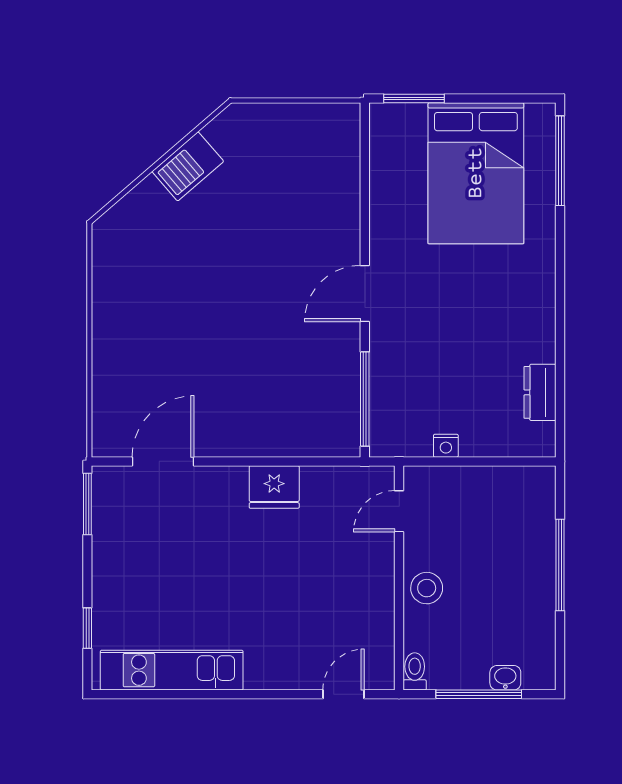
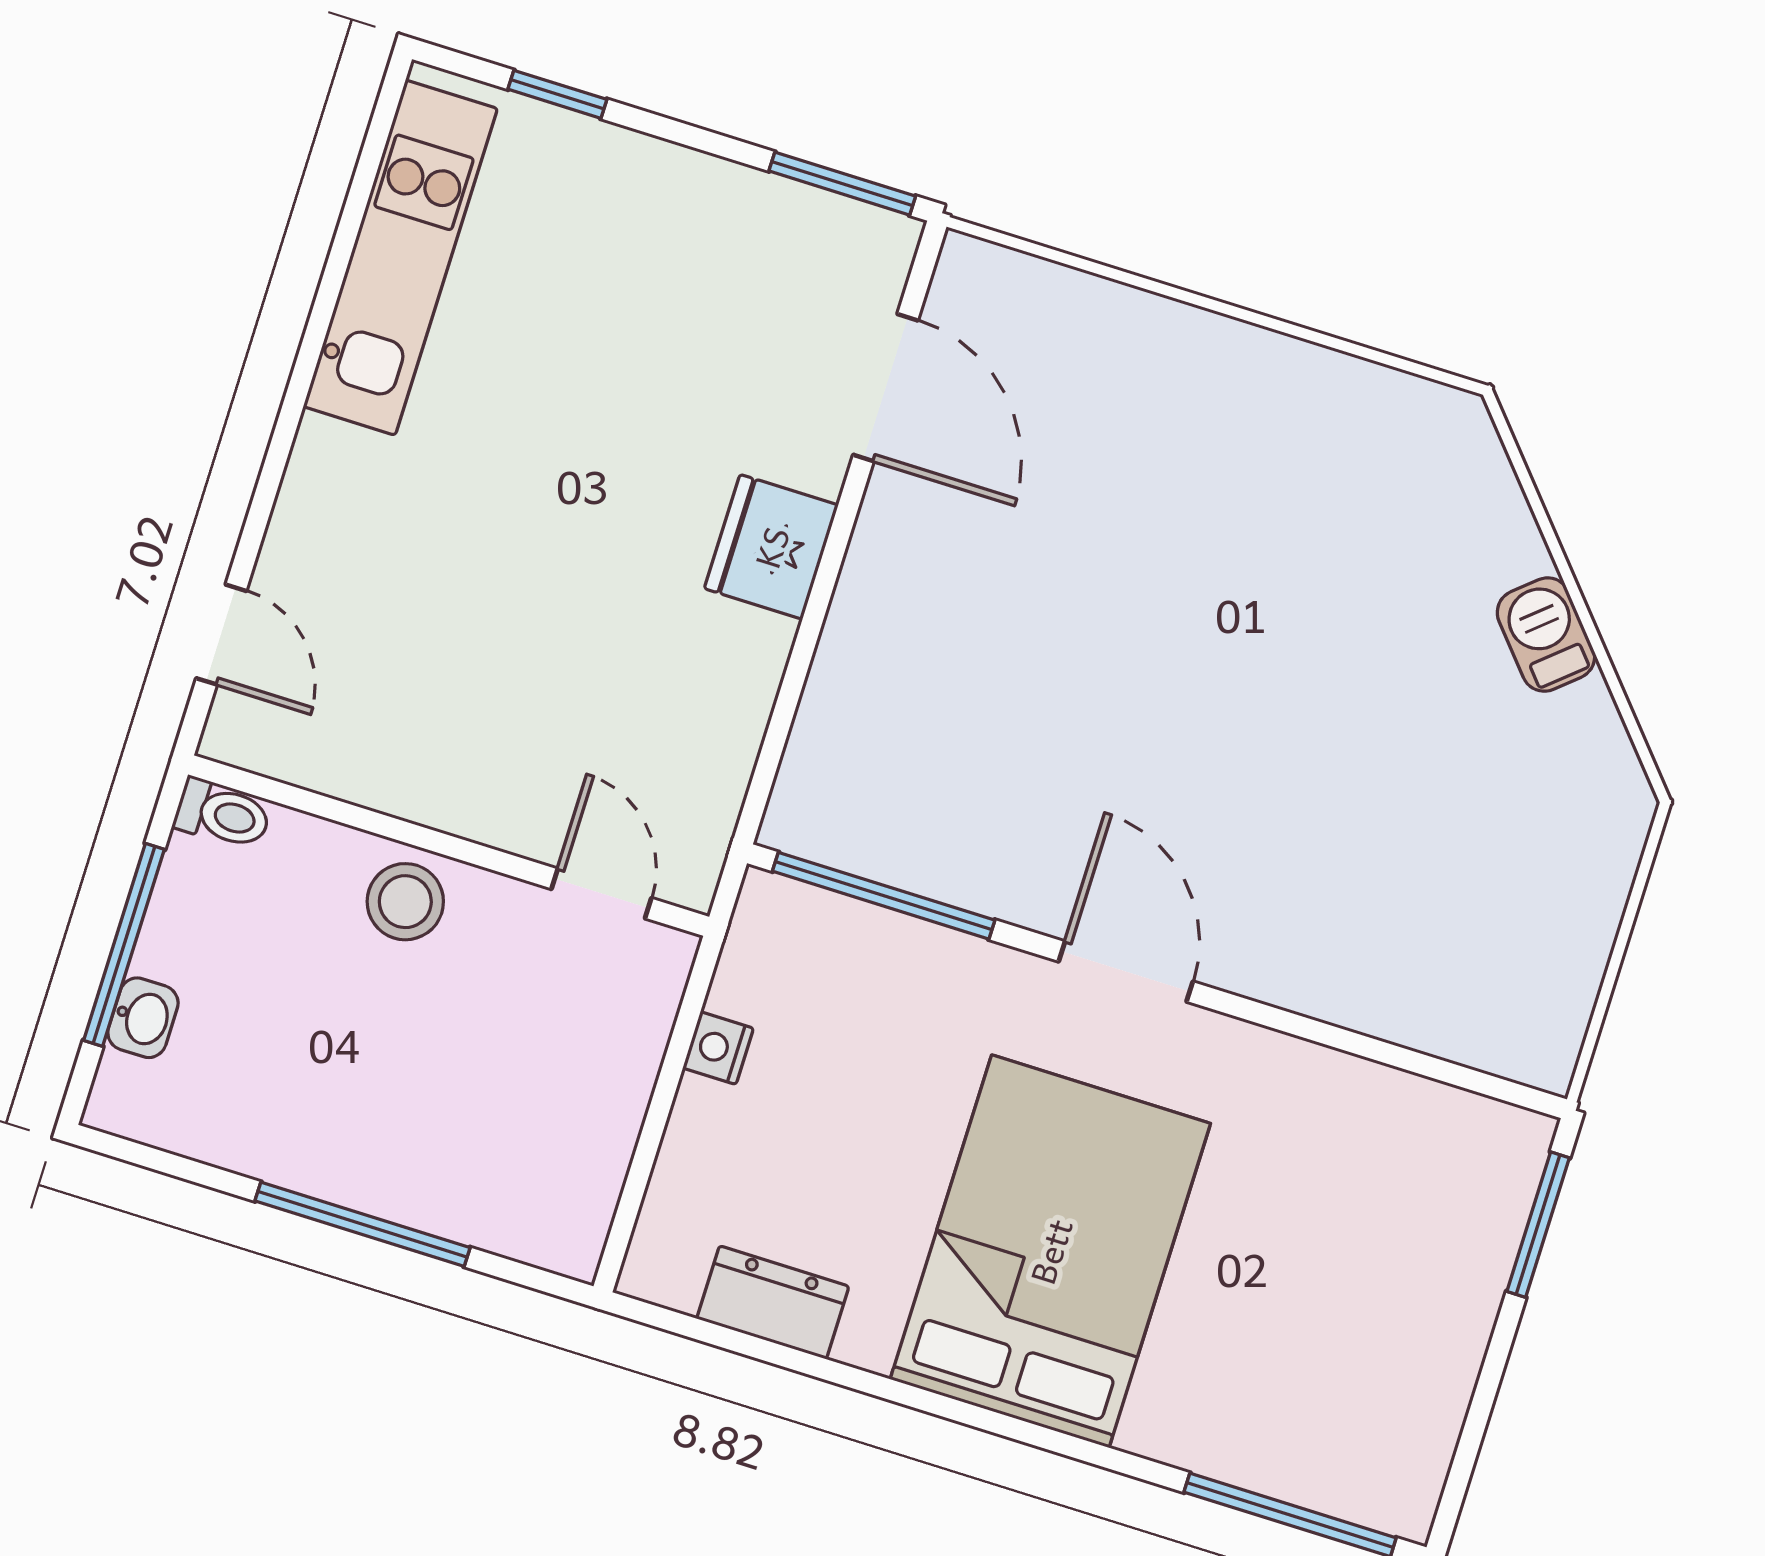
barbecue: (188, 166) -> (1546, 635), width x0.73, depth x0.79
bed: (476, 173) -> (1050, 1251), moved, turned 90
fridge: (274, 487) -> (771, 547), moved

